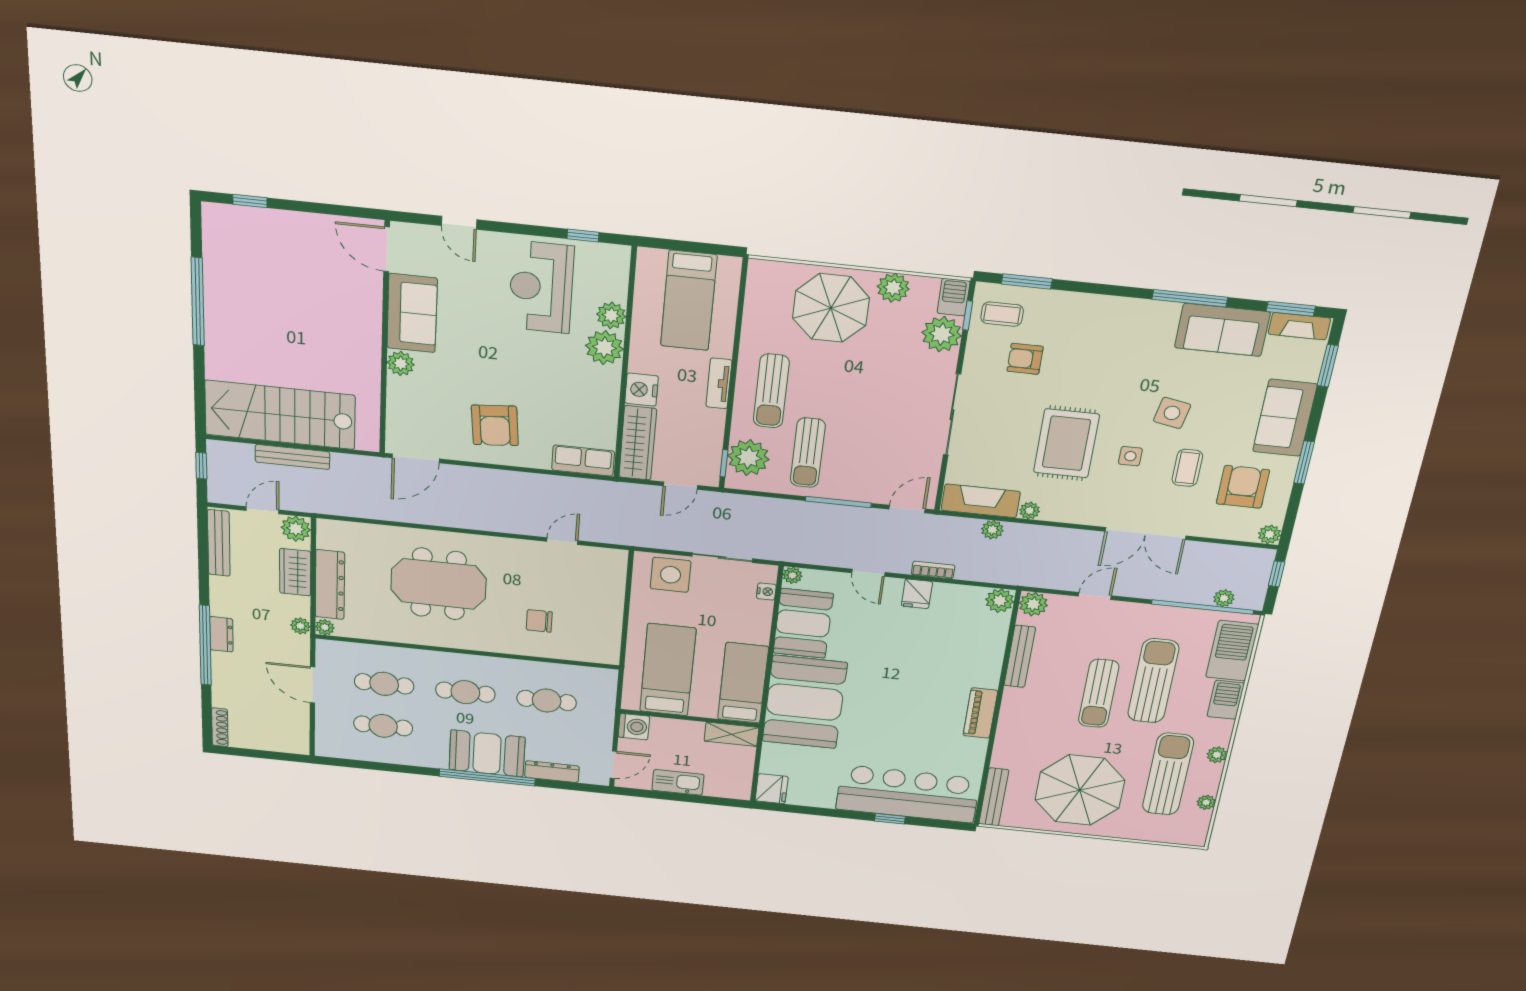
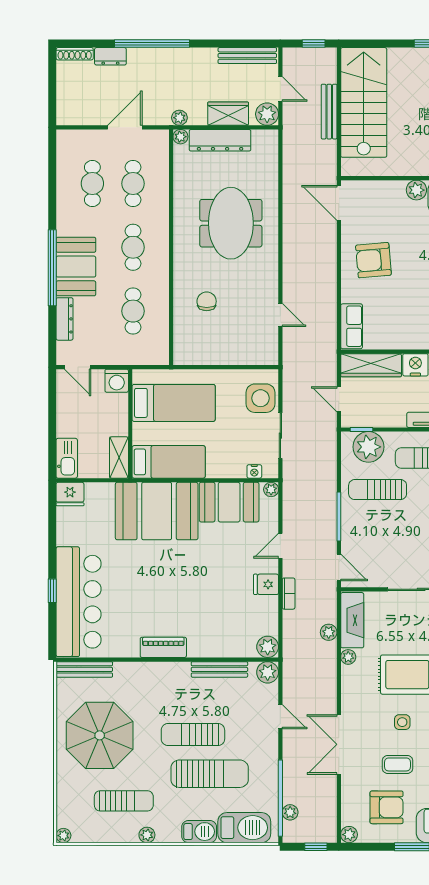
dresser: (221, 634) -> (110, 56), moved
sun lounger: (1168, 774) -> (124, 801), width x0.73, depth x0.75
kitchen sink: (678, 782) -> (67, 458), moved
plant: (1206, 802) -> (63, 836), moved

